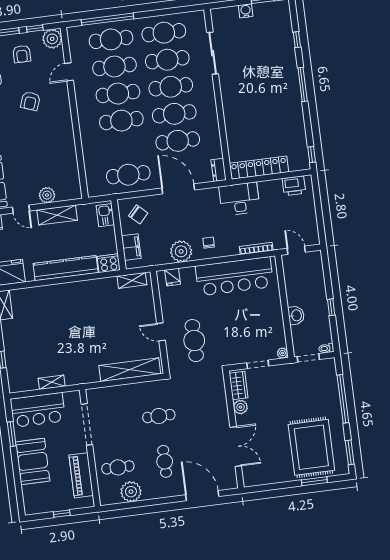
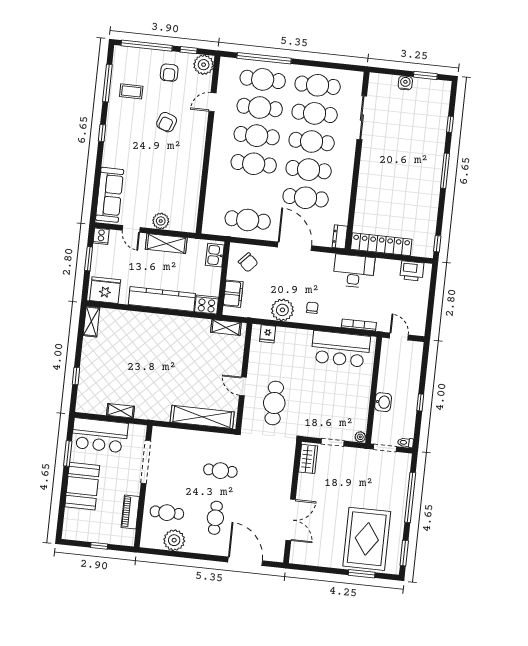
bar counter: (234, 276) -> (341, 349), width x0.73
plant: (240, 407) -> (305, 481), removed
piano: (81, 475) -> (130, 512), width x0.73, depth x0.75

